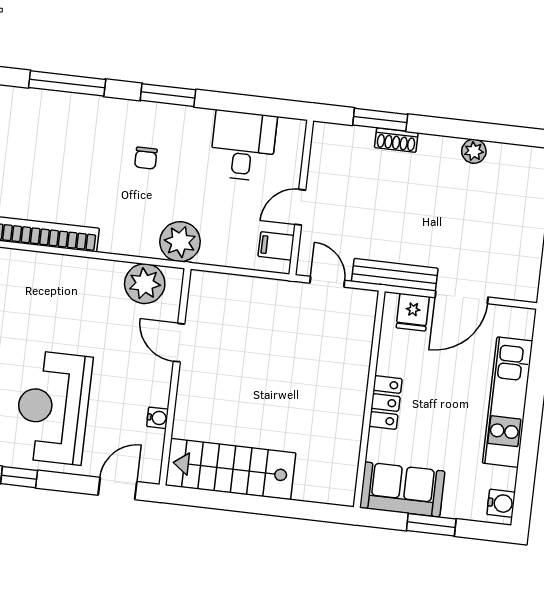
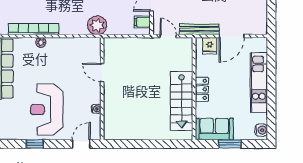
plant: (145, 284) -> (41, 42), moved, width x0.53, depth x0.53
stairs: (231, 469) -> (182, 101), moved, turned -90

